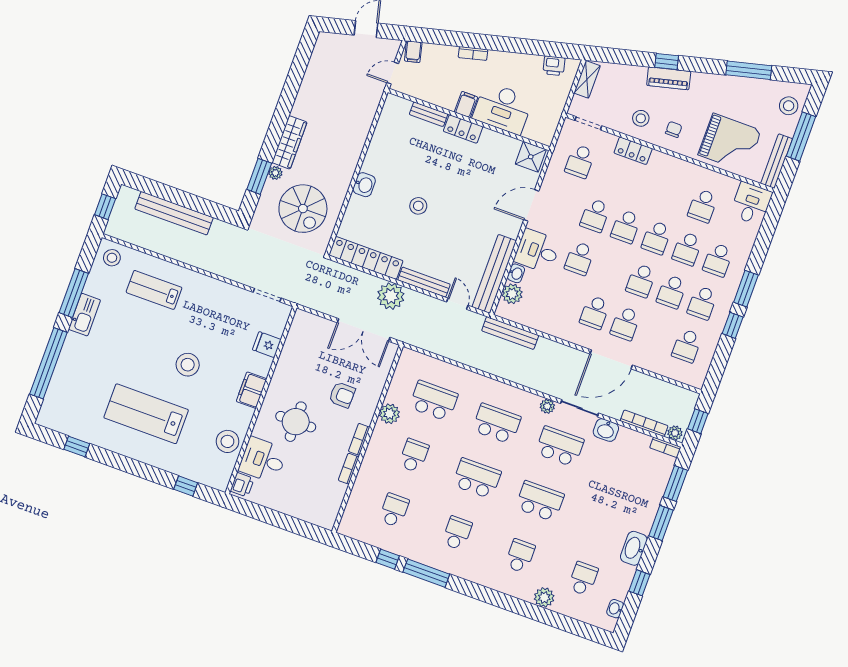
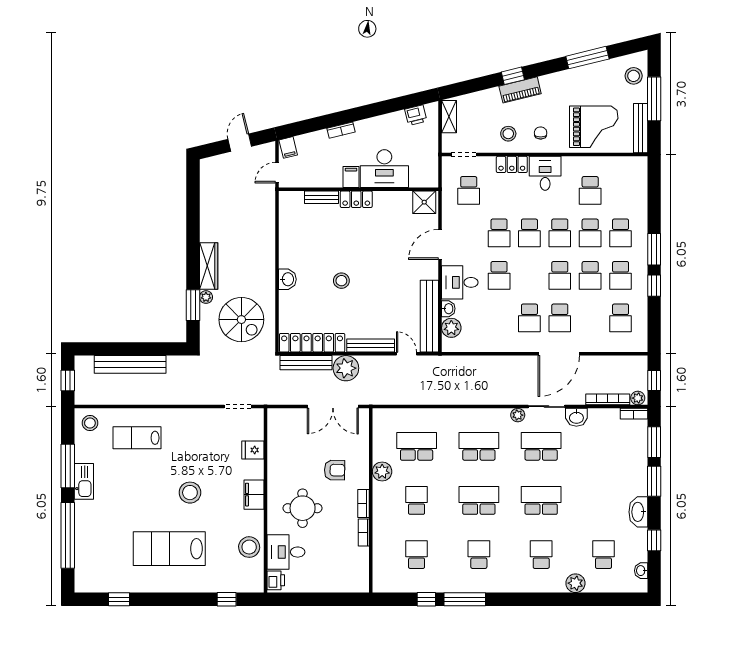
desk: (751, 204) -> (545, 173), moved
bench: (510, 333) -> (306, 363), moved

